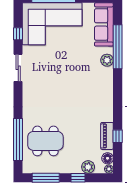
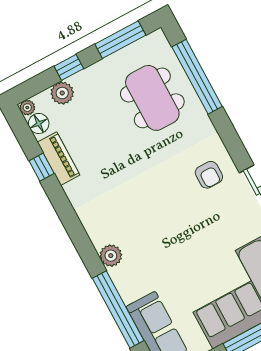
plant: (107, 60) -> (111, 256), moved
armchair: (38, 89) -> (209, 175), added
dining table: (45, 141) -> (152, 98), turned 90

